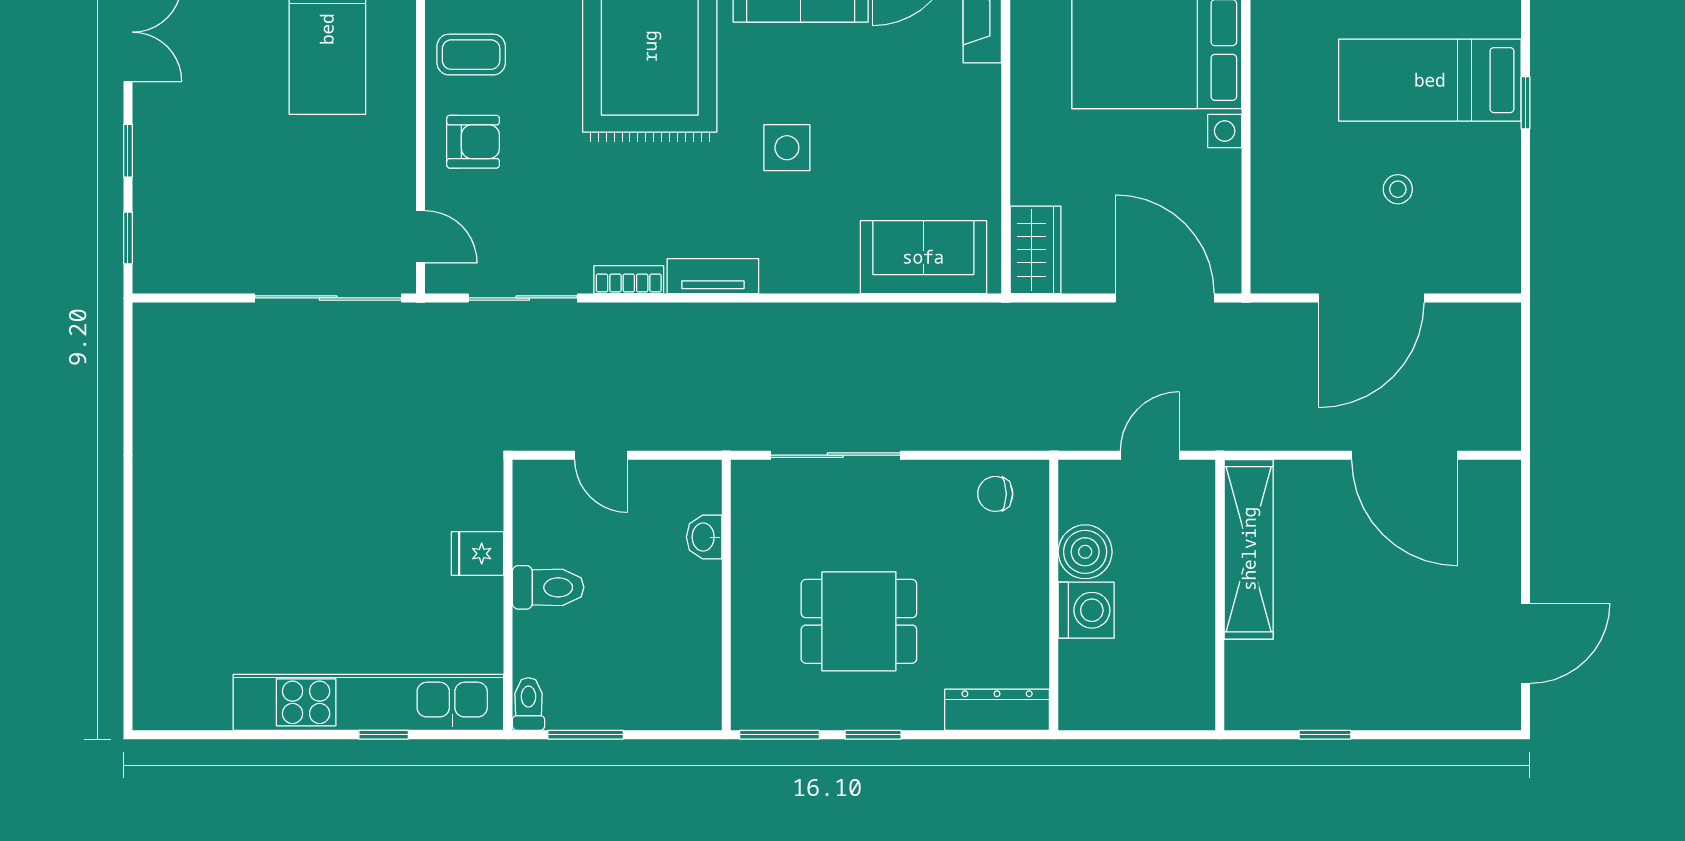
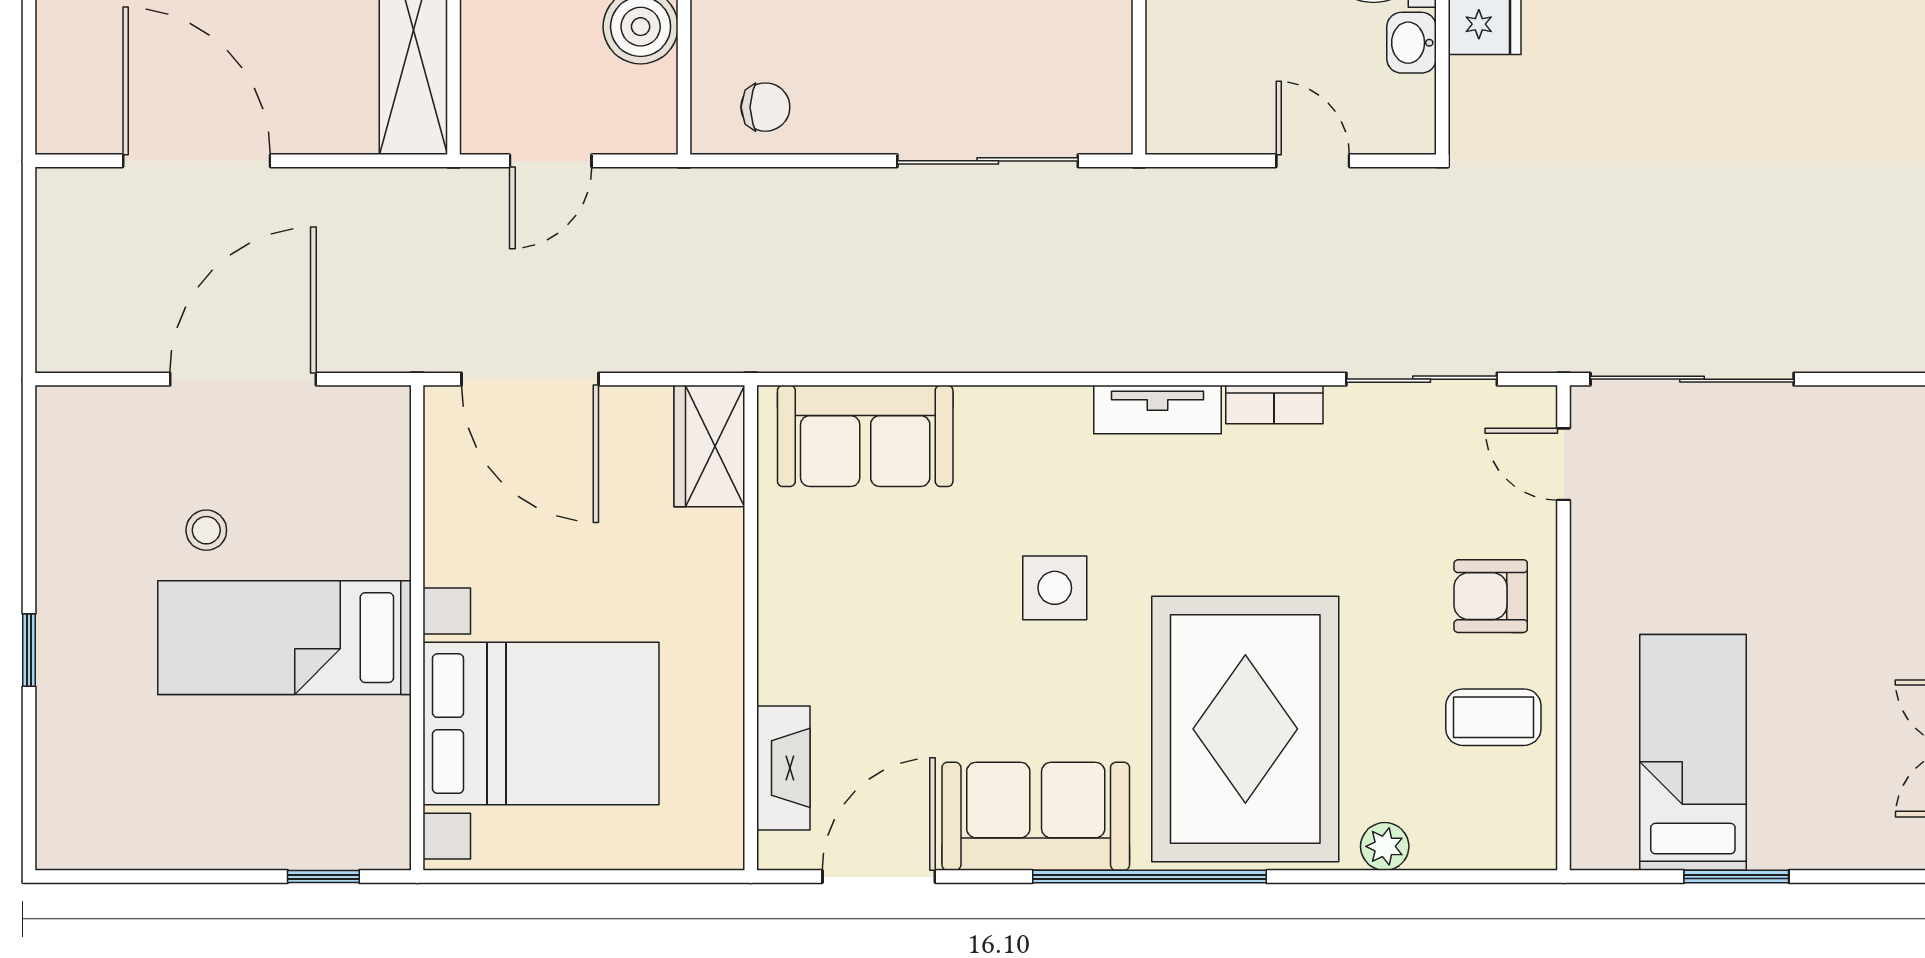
bed: (1430, 80) -> (284, 638), moved, turned 180
washbasin: (704, 537) -> (1412, 43), moved, turned 180

